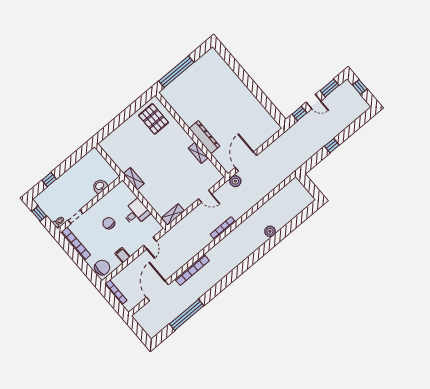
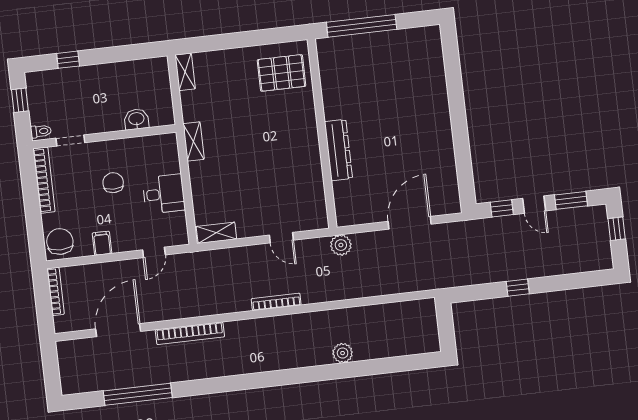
pallet: (154, 119) -> (281, 73), turned 90
shelving: (198, 153) -> (185, 72), moved
door: (246, 161) -> (410, 223), moved
chair: (102, 268) -> (60, 242), turned -90

